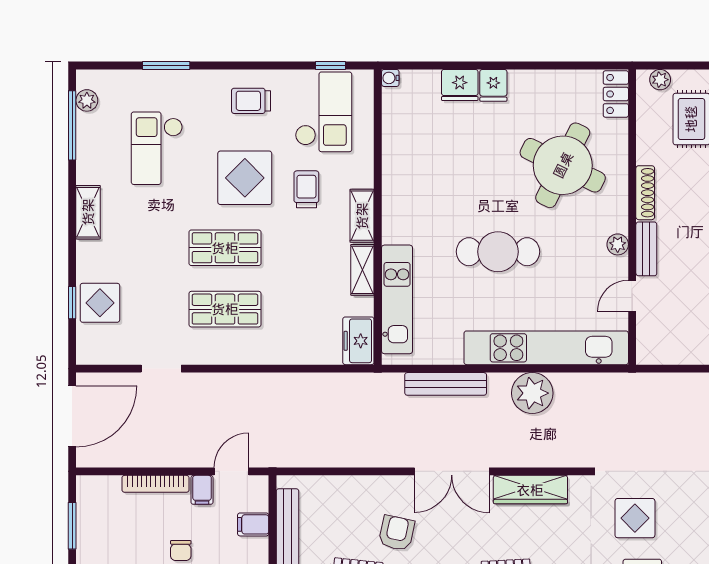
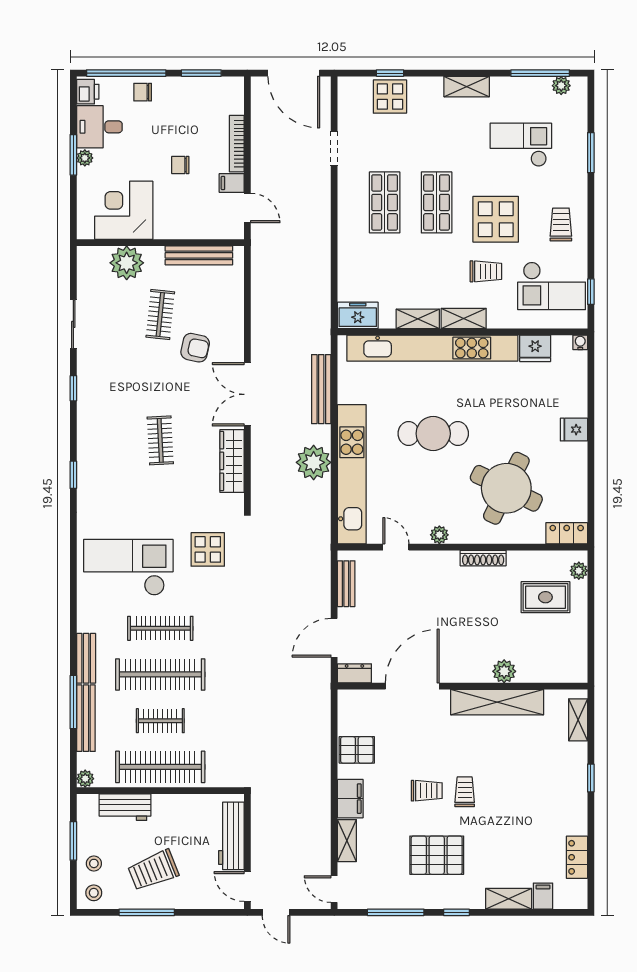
fridge: (460, 85) -> (535, 348), moved, turned -90
bench: (646, 249) -> (346, 584), moved, turned 90
cafe table: (498, 252) -> (433, 434), turned 90
kitchen unit: (397, 299) -> (432, 348), width x1.86
filing cabinet: (253, 524) -> (202, 226), removed

